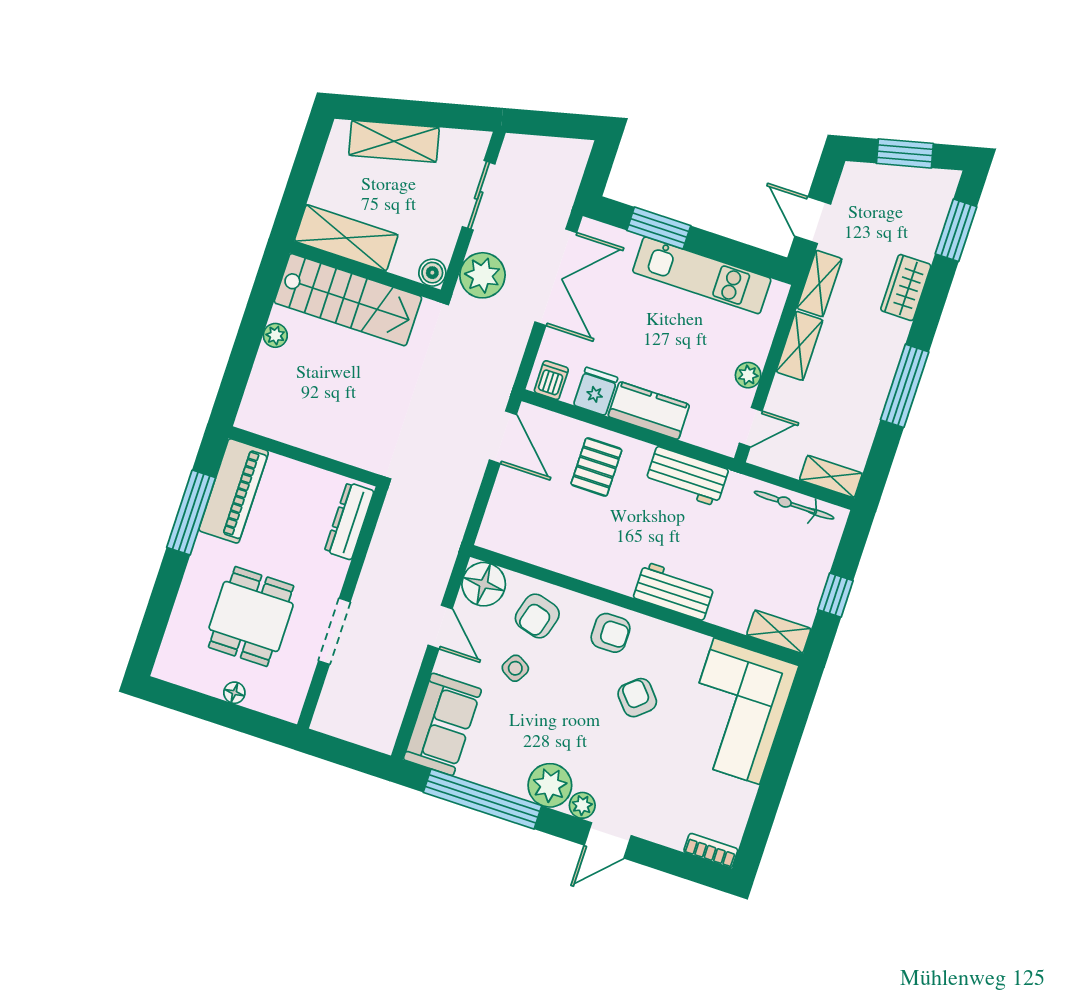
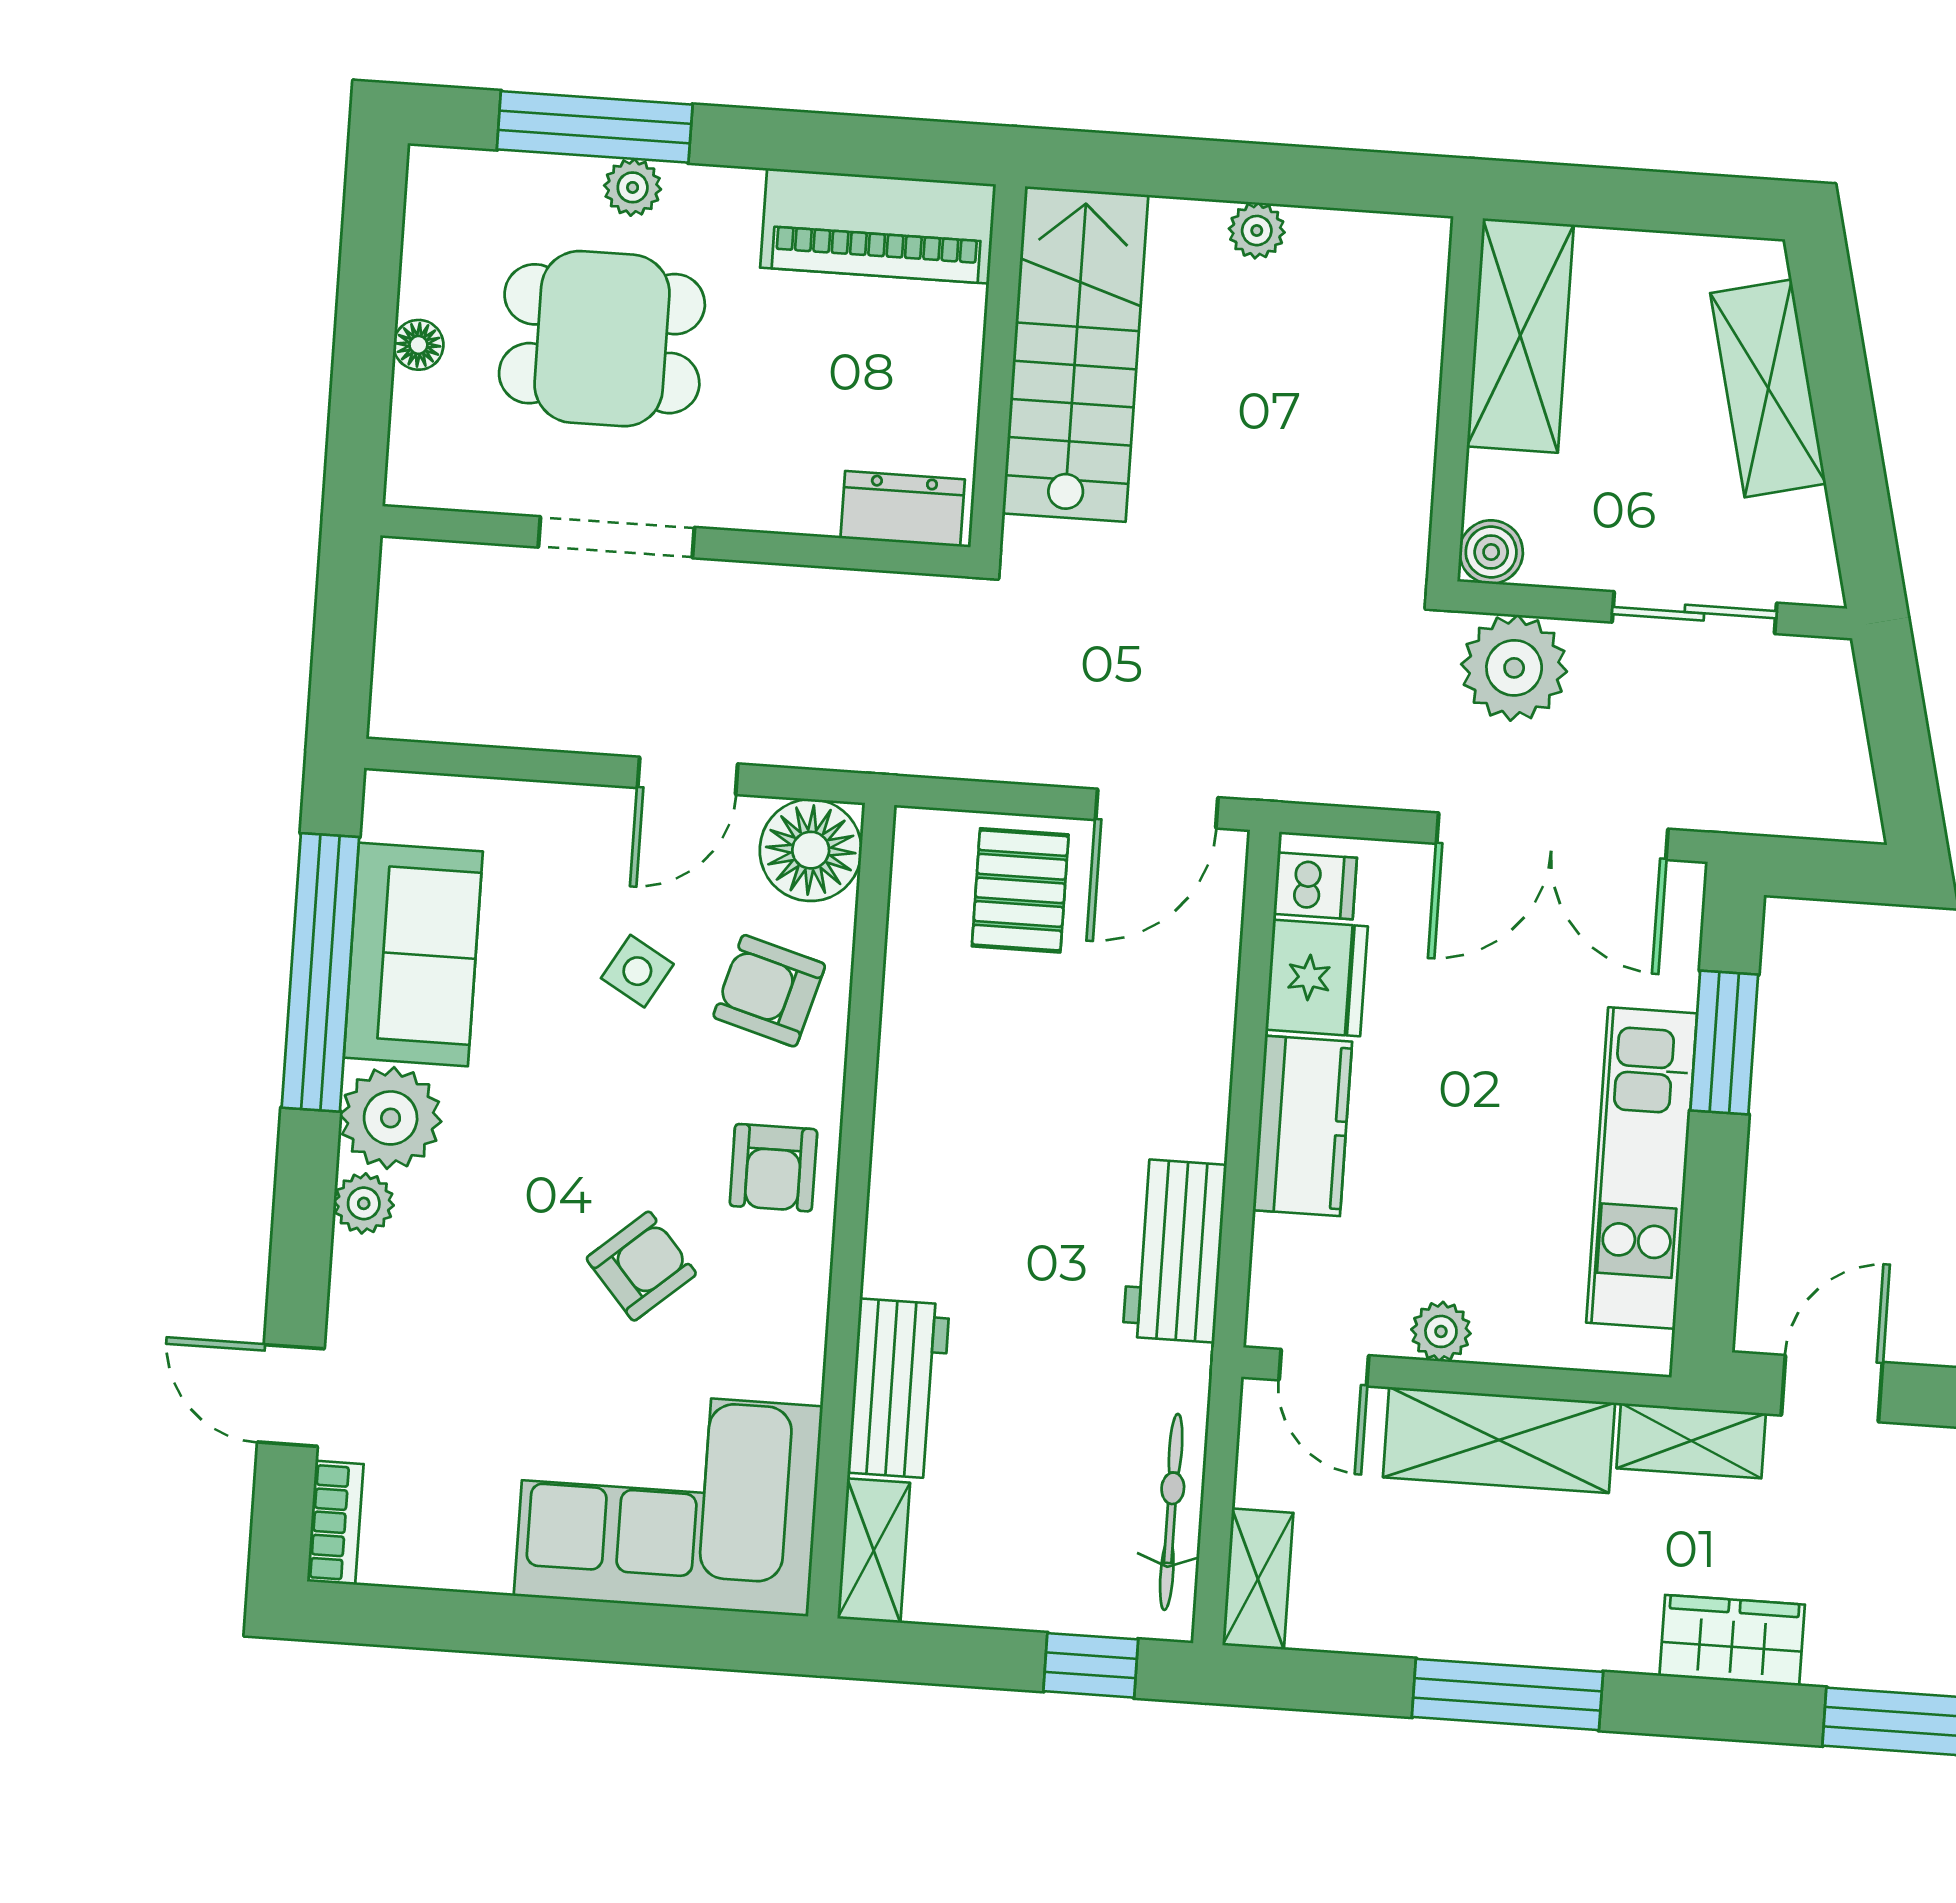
stairs: (348, 300) -> (1075, 354), moved, turned 180
shelving: (799, 346) -> (1499, 1440), width x1.50, depth x1.33
fridge: (596, 391) -> (1317, 978), width x1.38
pallet: (596, 467) -> (1020, 890), moved, turned 90
window: (191, 513) -> (595, 127), moved
dresser: (349, 521) -> (903, 509), width x0.70
plant: (192, 588) -> (633, 187), added
workbench: (674, 591) -> (899, 1389), moved
window: (835, 595) -> (1091, 1665), moved
sofa: (442, 724) -> (413, 955), moved, turned -90
door: (608, 840) -> (291, 1395), moved

